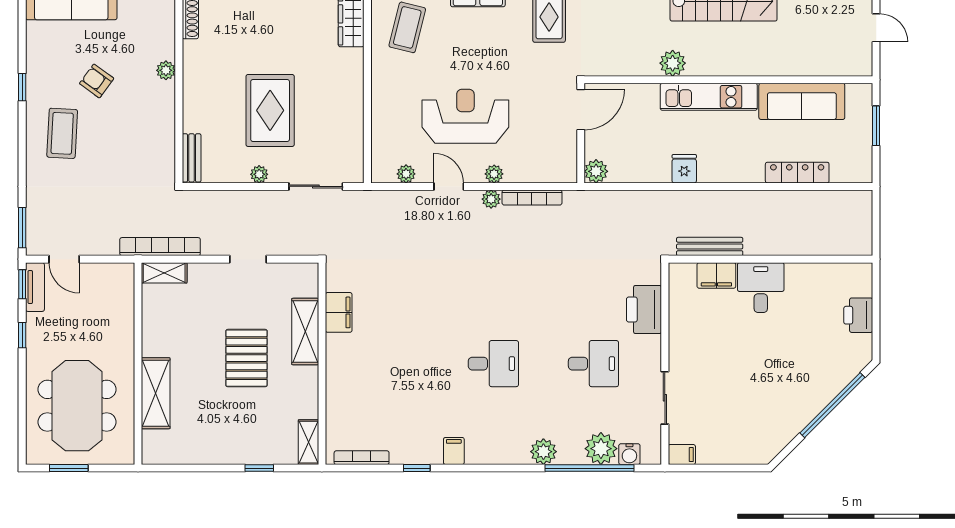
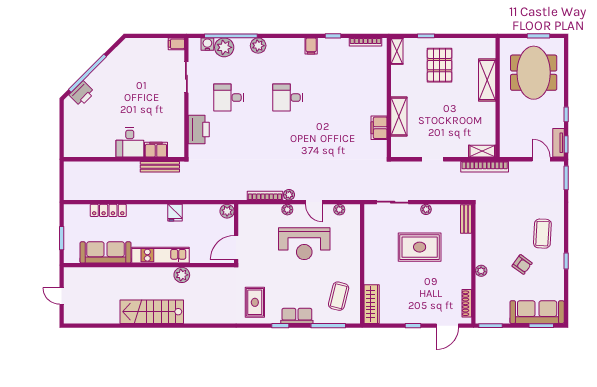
rug: (270, 110) -> (420, 247), turned 90
printer: (858, 315) -> (82, 94), moved, turned 45
pallet: (246, 358) -> (440, 65), moved

